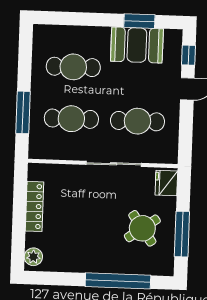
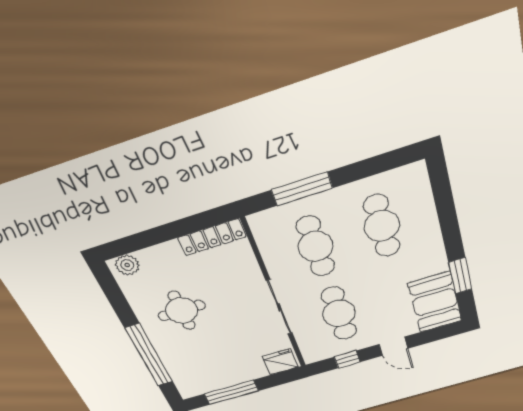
booth: (137, 45) -> (435, 302), moved
window: (189, 55) -> (347, 359), moved
locker: (34, 206) -> (212, 237), moved
round table: (142, 228) -> (182, 310), moved, turned 35

